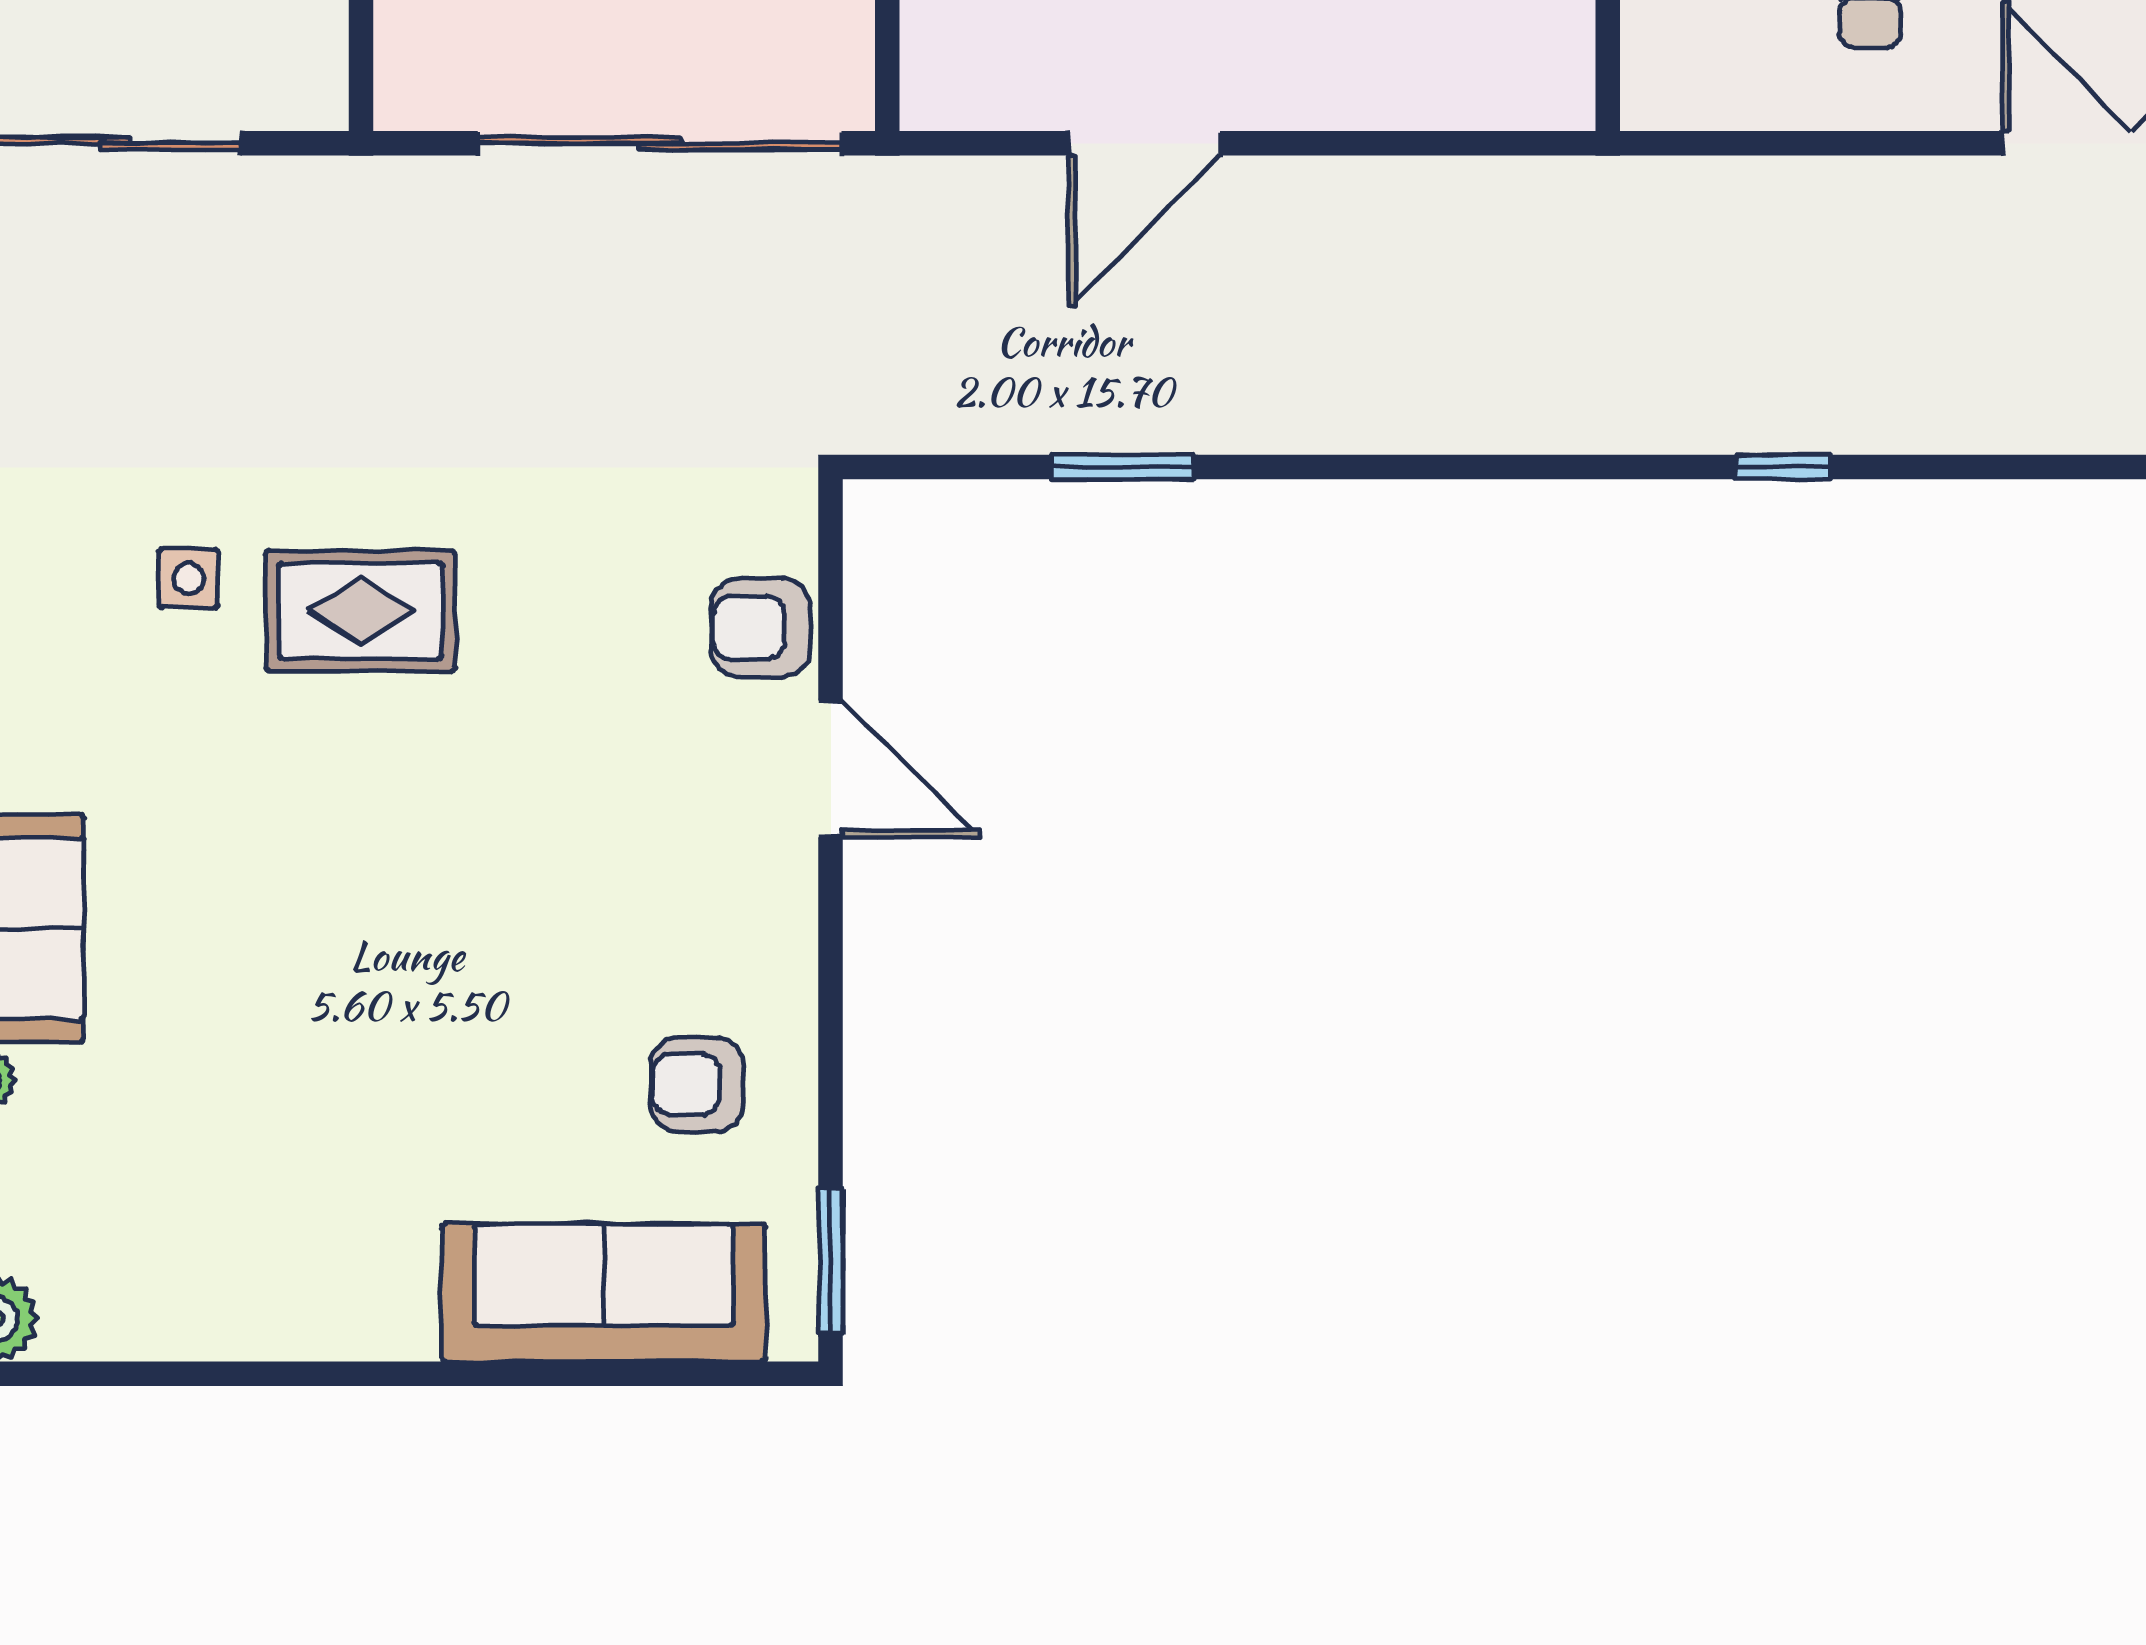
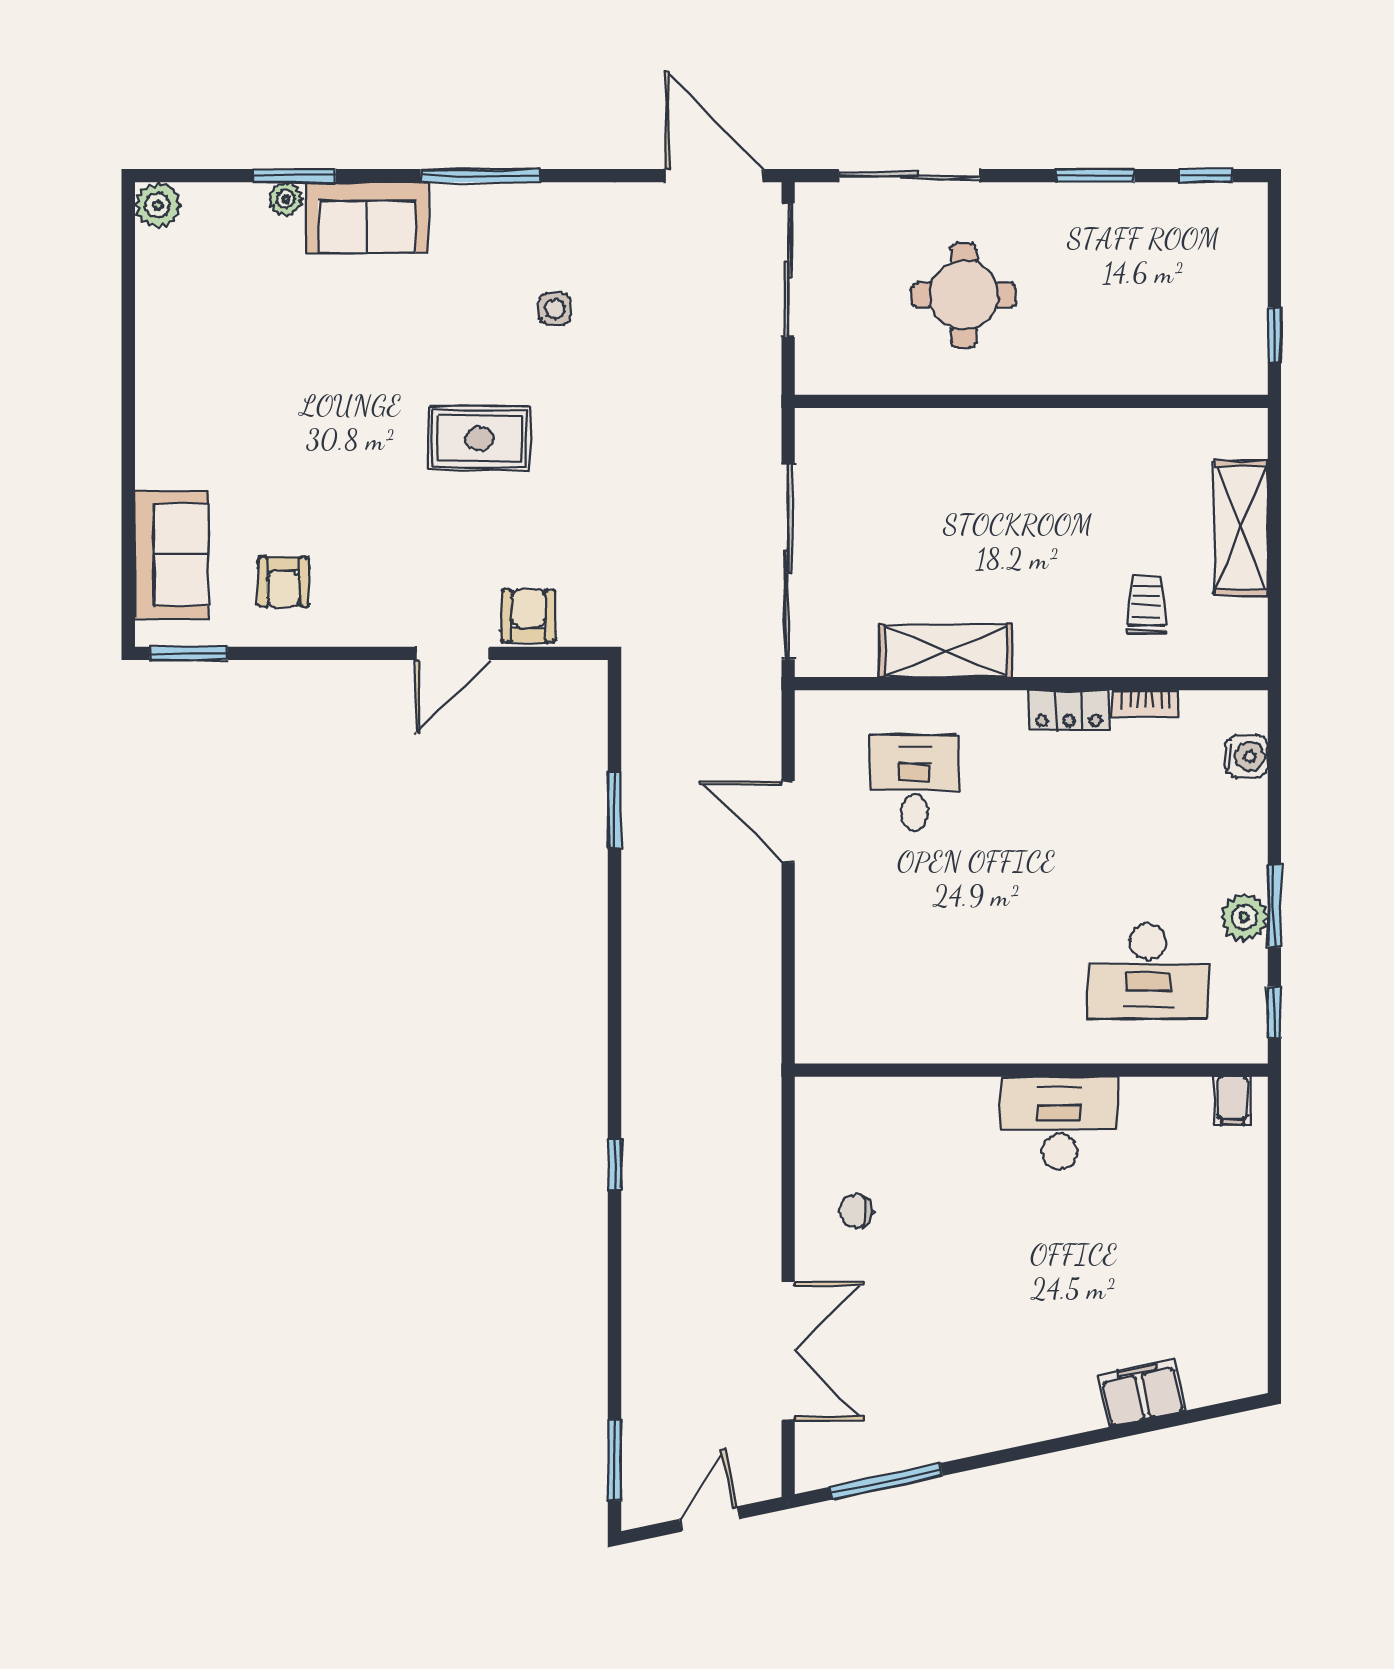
rug: (360, 611) -> (479, 439), moved, turned 90
armchair: (697, 1085) -> (283, 582), turned 180
sofa: (604, 1293) -> (172, 555), width x0.73

